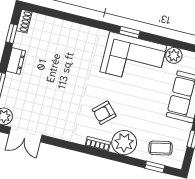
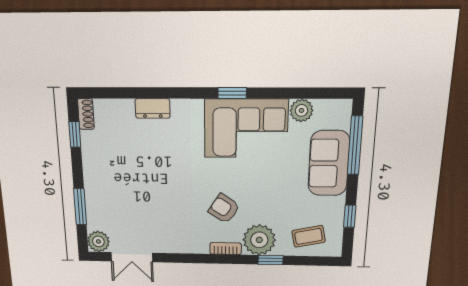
dresser: (16, 61) -> (153, 108), moved, turned 90
armchair: (104, 113) -> (224, 209), turned 76
window: (155, 167) -> (271, 260), moved

